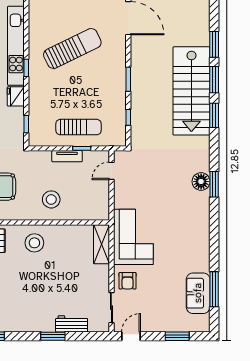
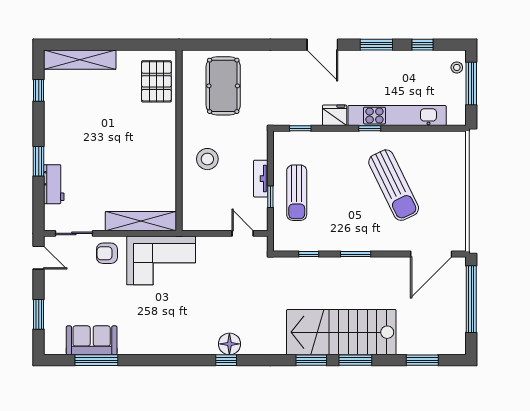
window: (214, 44) -> (422, 360), moved
window: (214, 184) -> (226, 360), width x0.67
stool: (34, 243) -> (154, 138), removed
shelving: (101, 244) -> (141, 221), width x1.47

